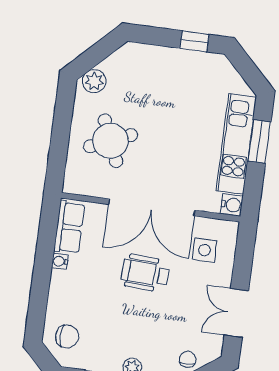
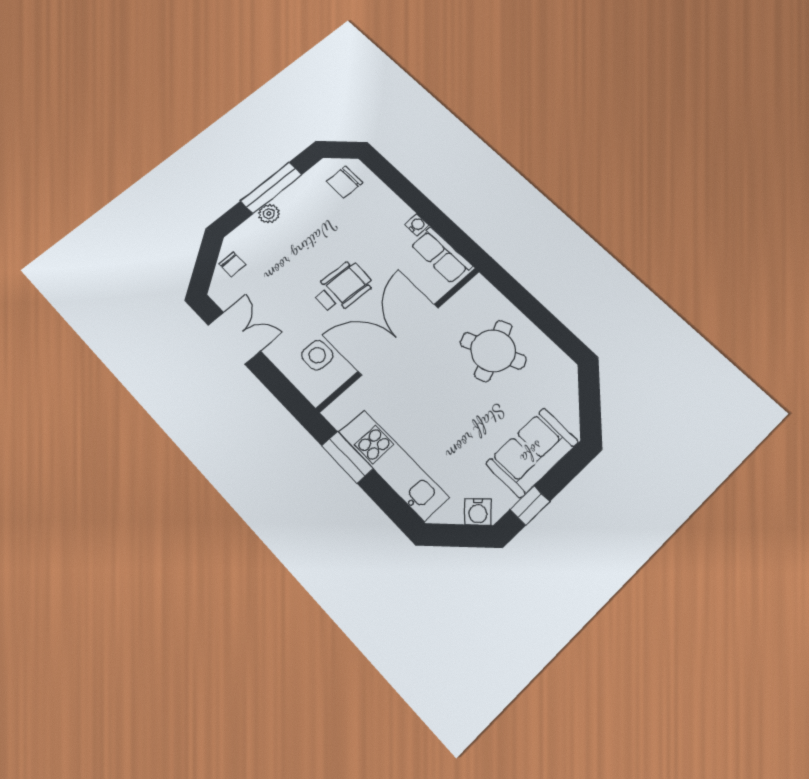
sofa: (159, 65) -> (532, 453), added
plant: (94, 81) -> (564, 380), removed
window: (259, 141) -> (347, 457), moved
water cooler: (232, 205) -> (478, 512), moved, turned -45

